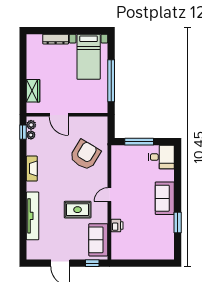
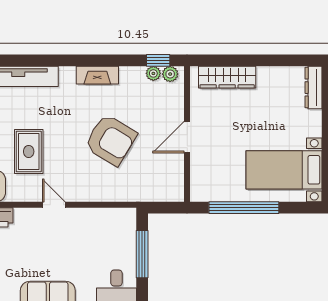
dresser: (56, 39) -> (313, 88), moved
wardrobe: (33, 91) -> (227, 77), width x1.50
door: (59, 115) -> (187, 137), moved
armchair: (85, 155) -> (111, 140), moved

